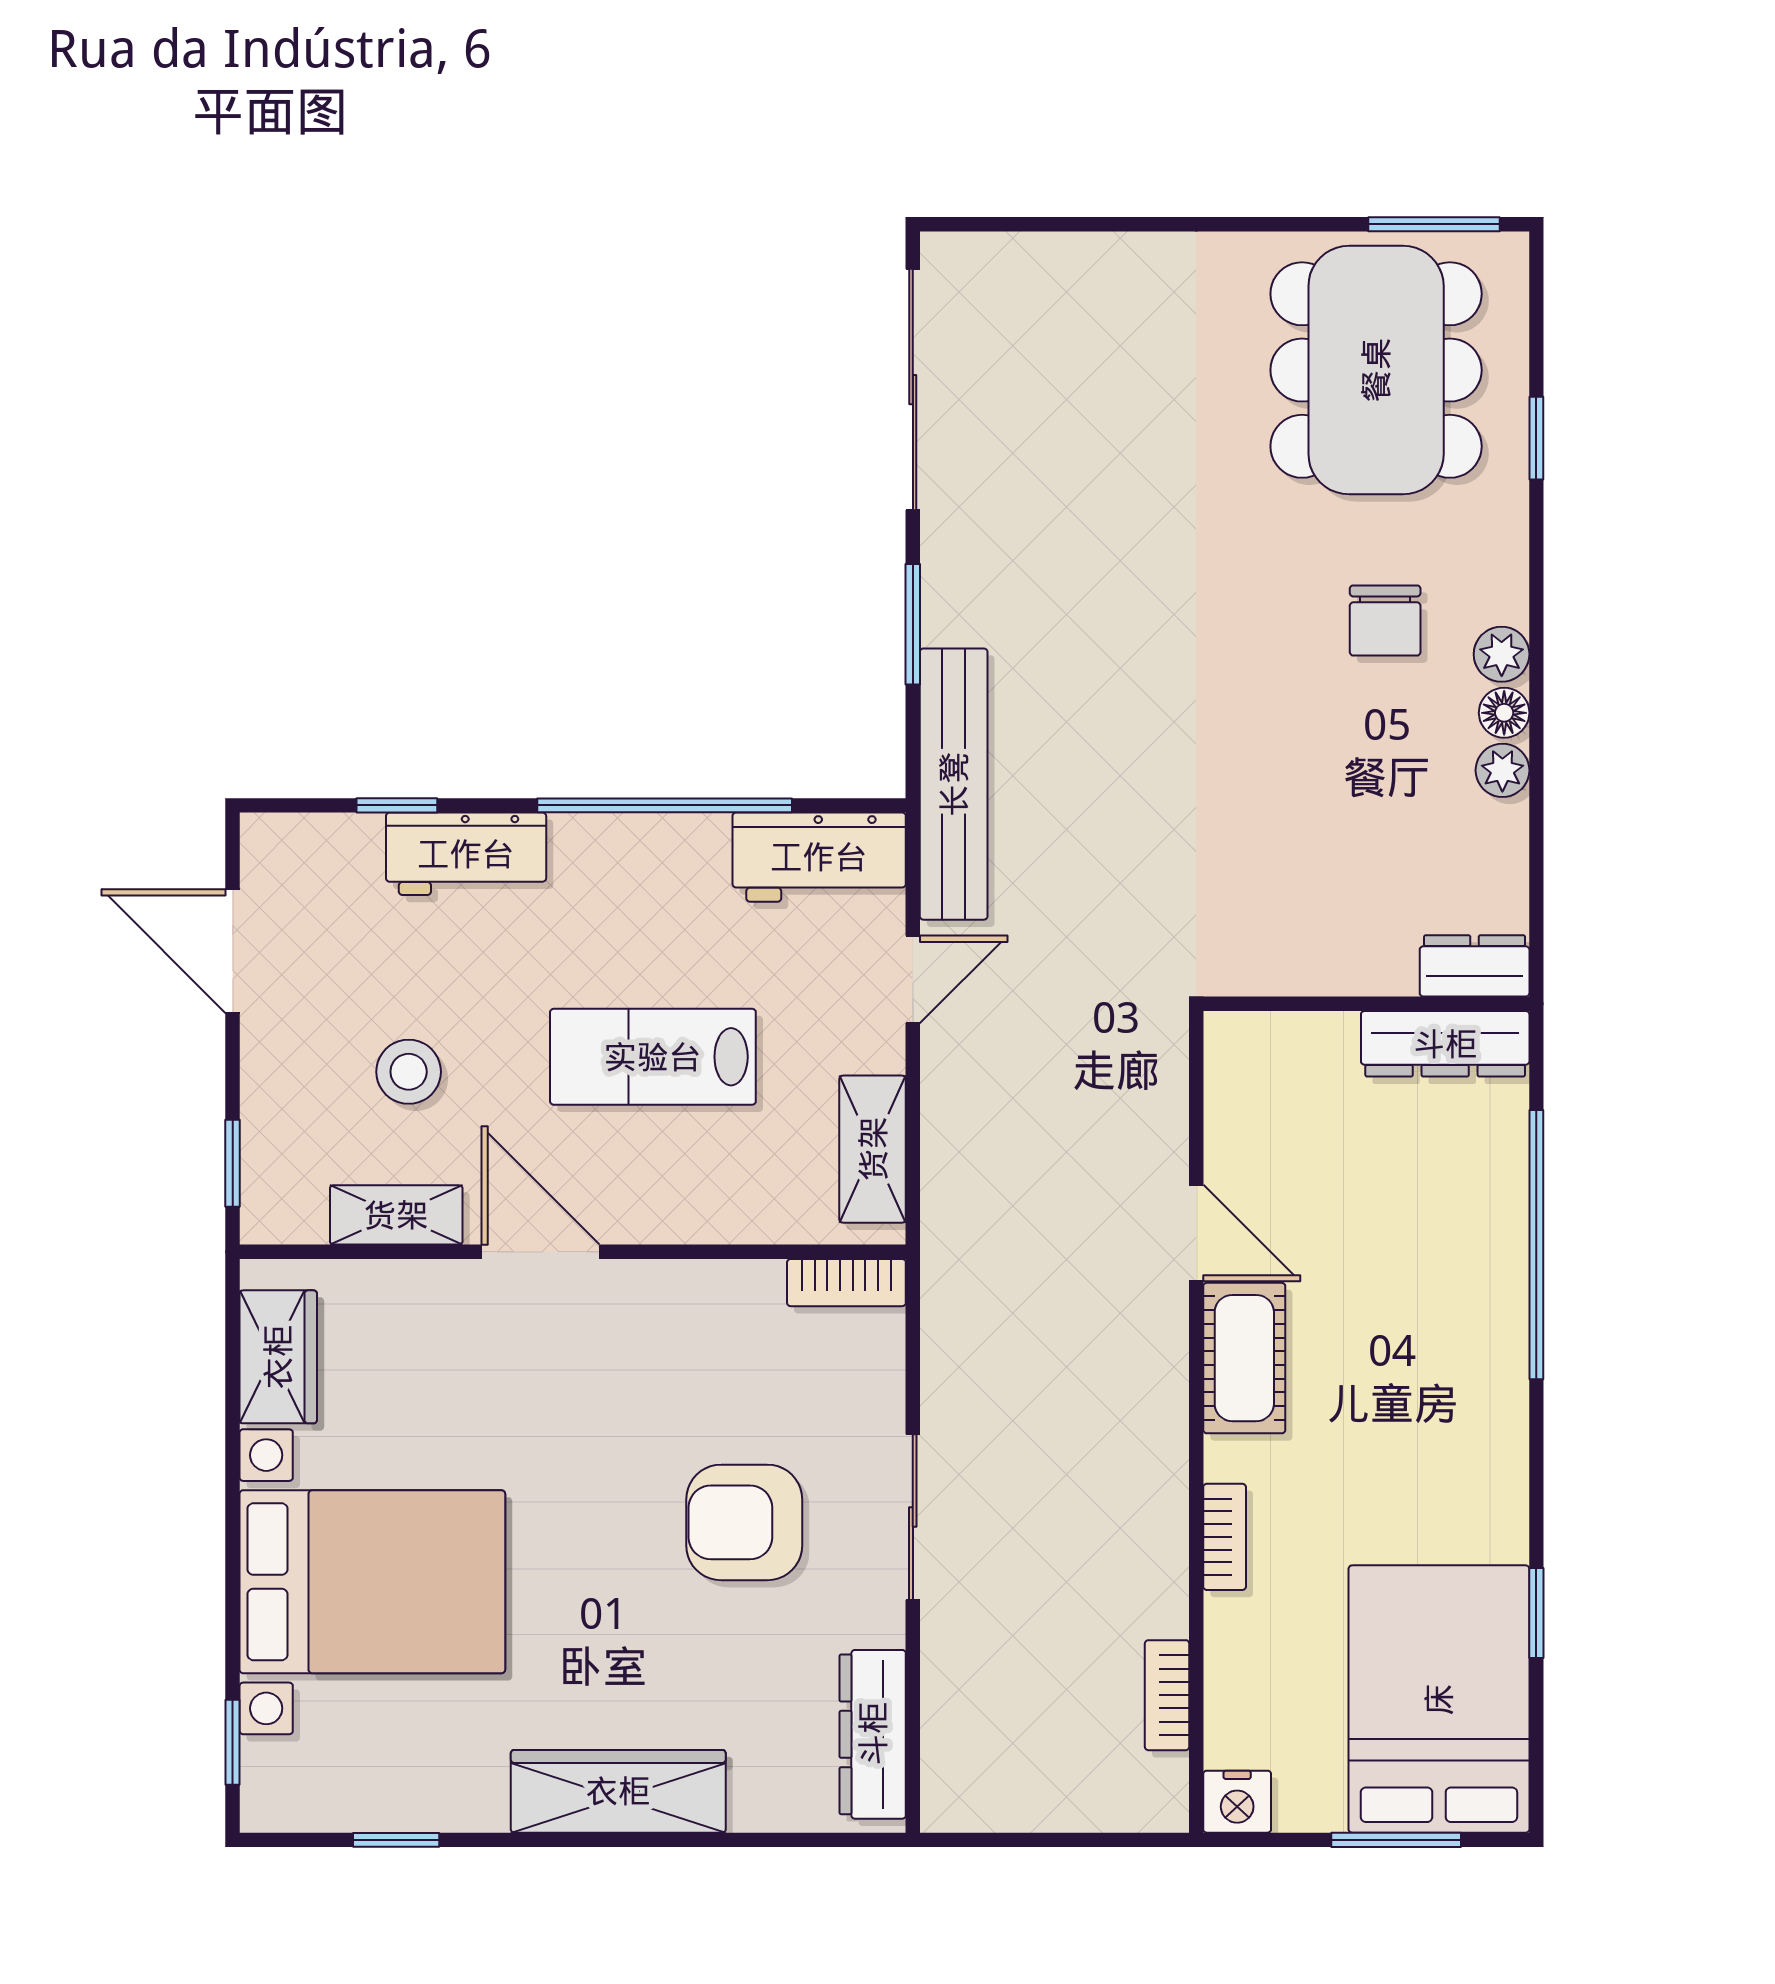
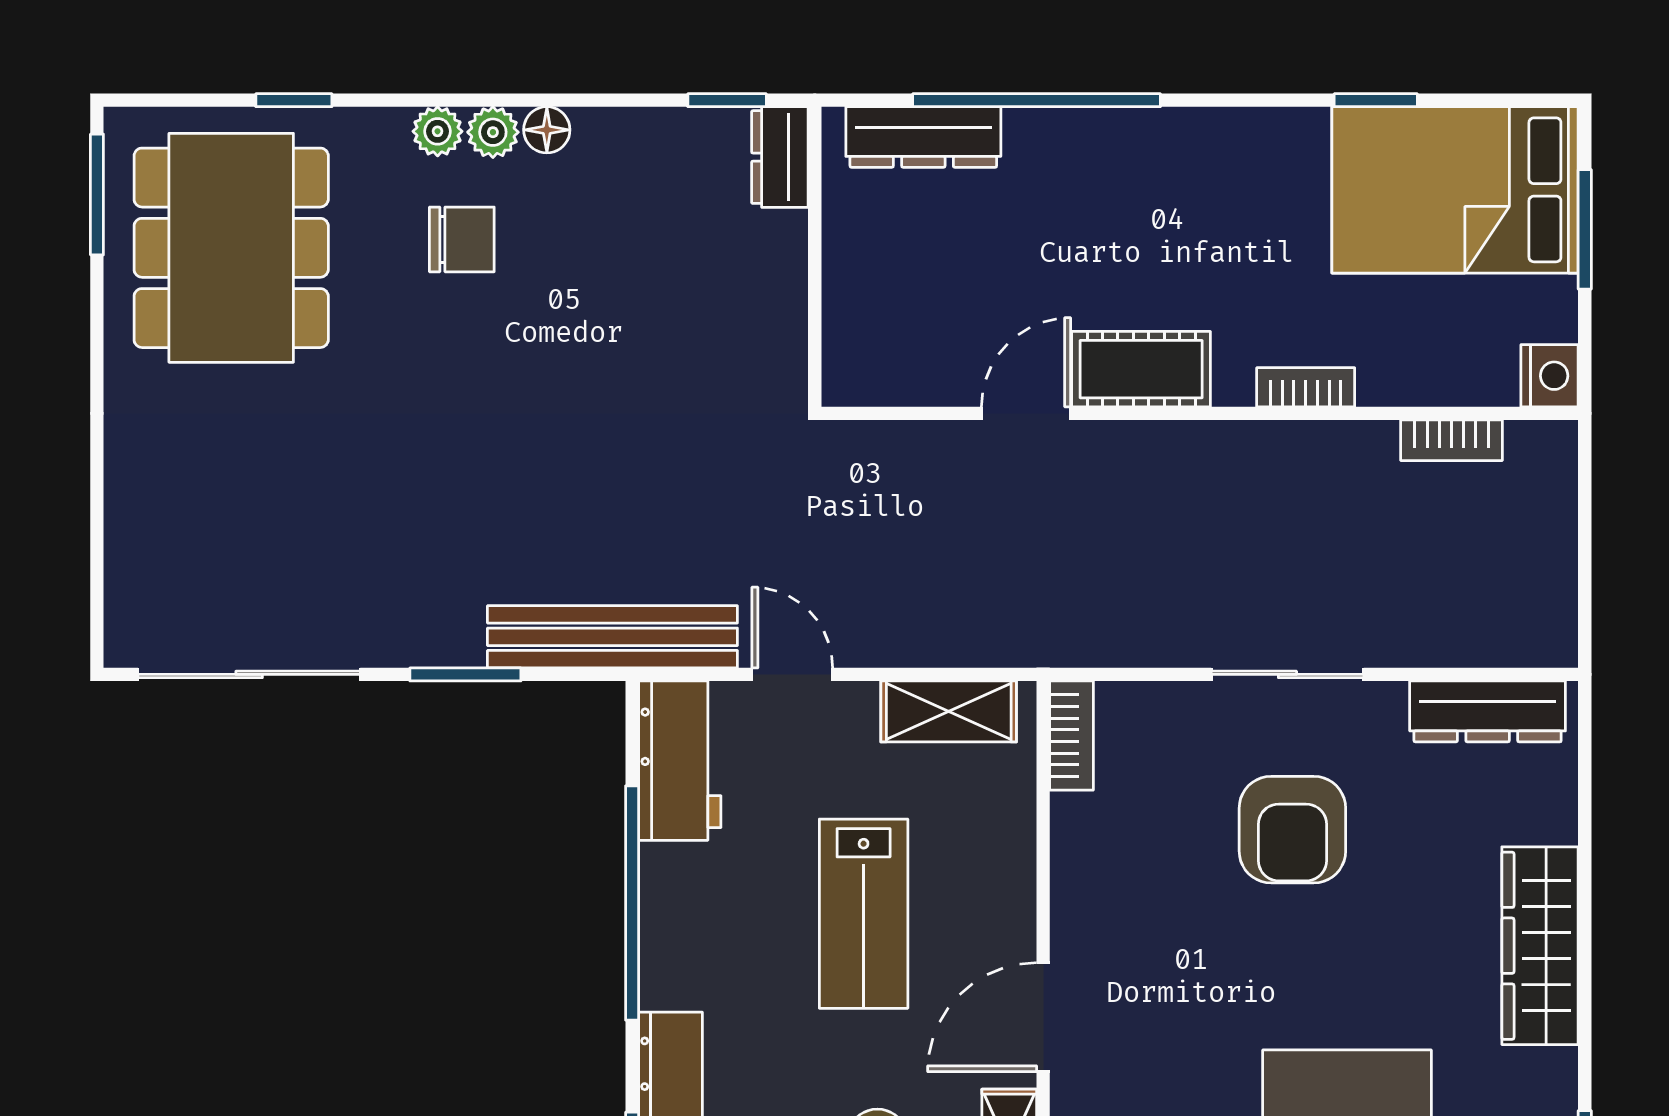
dining table: (1376, 370) -> (231, 248), turned 90
plant: (1502, 770) -> (438, 131), moved
window: (1536, 909) -> (727, 100), added
dresser: (1445, 1044) -> (923, 137), moved, turned 90

